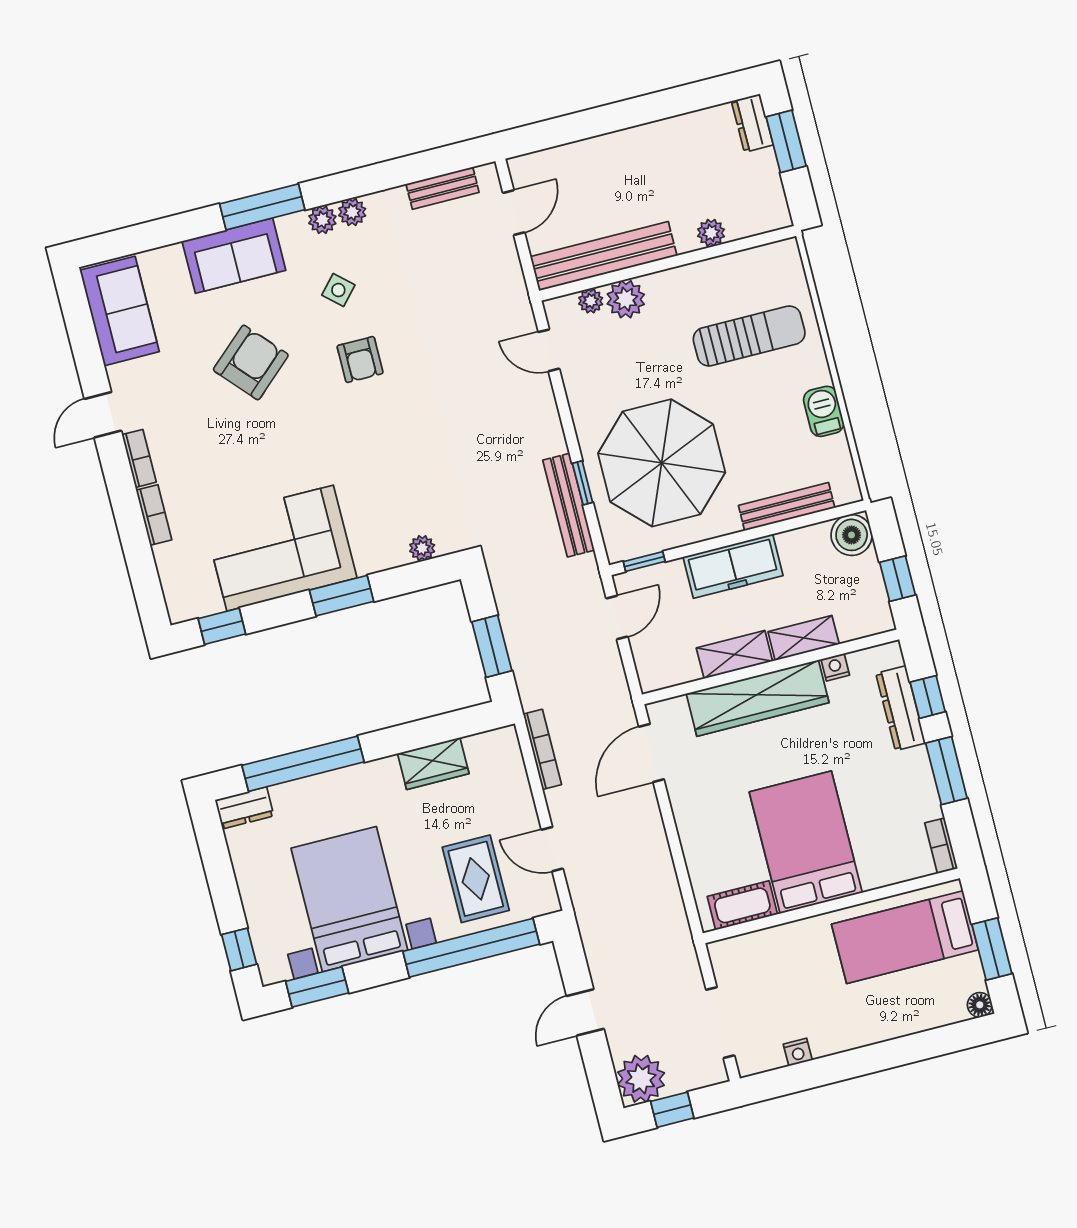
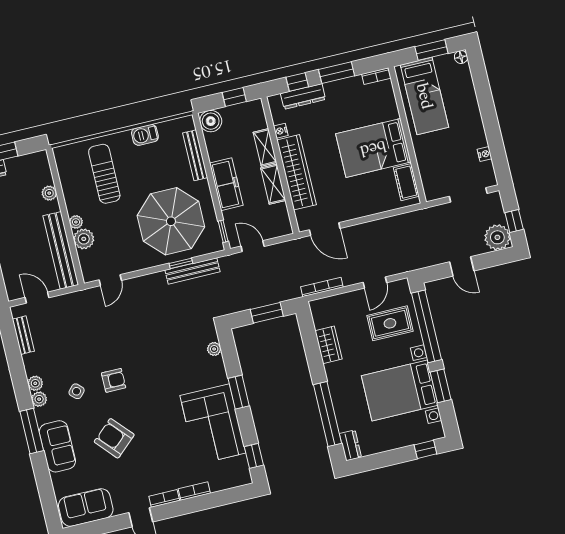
plant: (591, 301) -> (76, 222), moved
window: (317, 987) -> (441, 386), moved

